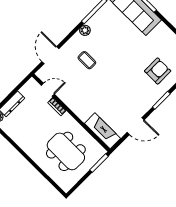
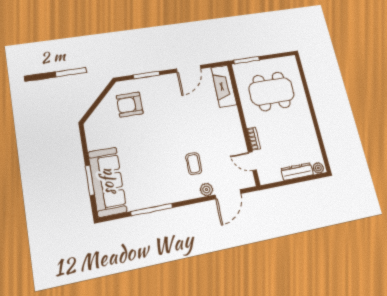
plant: (85, 30) -> (206, 189), moved
door: (136, 126) -> (189, 69), swing flipped
dining table: (66, 151) -> (272, 91), turned 90

